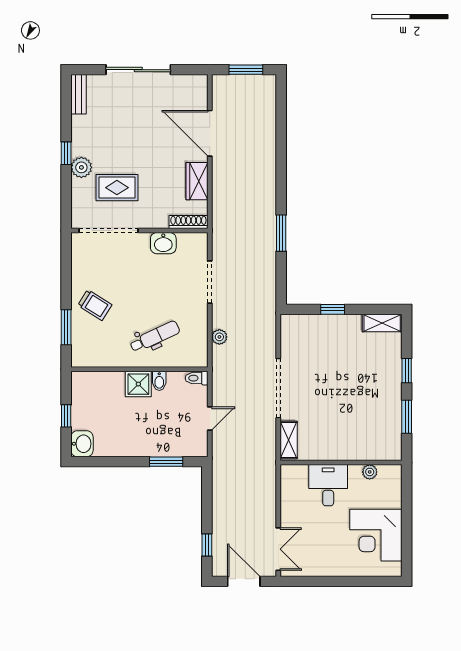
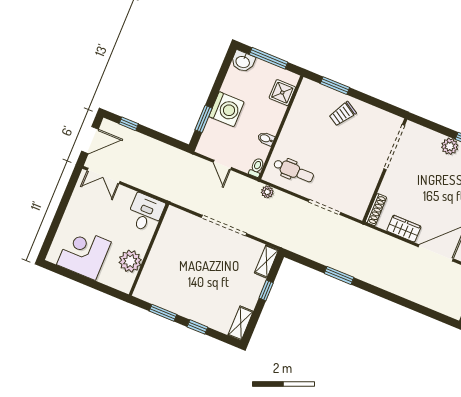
rug: (117, 188) -> (424, 167), removed
washbasin: (163, 243) -> (368, 184), removed
dental chair: (155, 337) -> (294, 171), moved, turned -65
plant: (219, 337) -> (267, 192), moved
shower: (138, 384) -> (282, 93), moved
window: (66, 416) -> (269, 58), width x2.17
washing machine: (144, 440) -> (226, 109), added
shelving: (289, 440) -> (266, 261), moved, turned 90
plant: (370, 472) -> (130, 261), width x1.88, depth x1.88
desk: (328, 485) -> (145, 213), moved, turned -90

